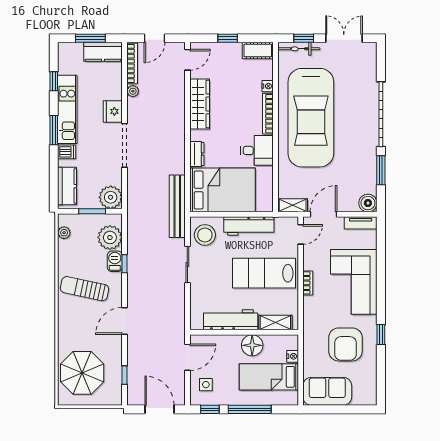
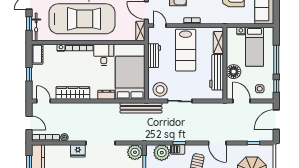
workbench: (249, 226) -> (154, 56), width x0.73
floor lamp: (252, 345) -> (234, 72), moved

